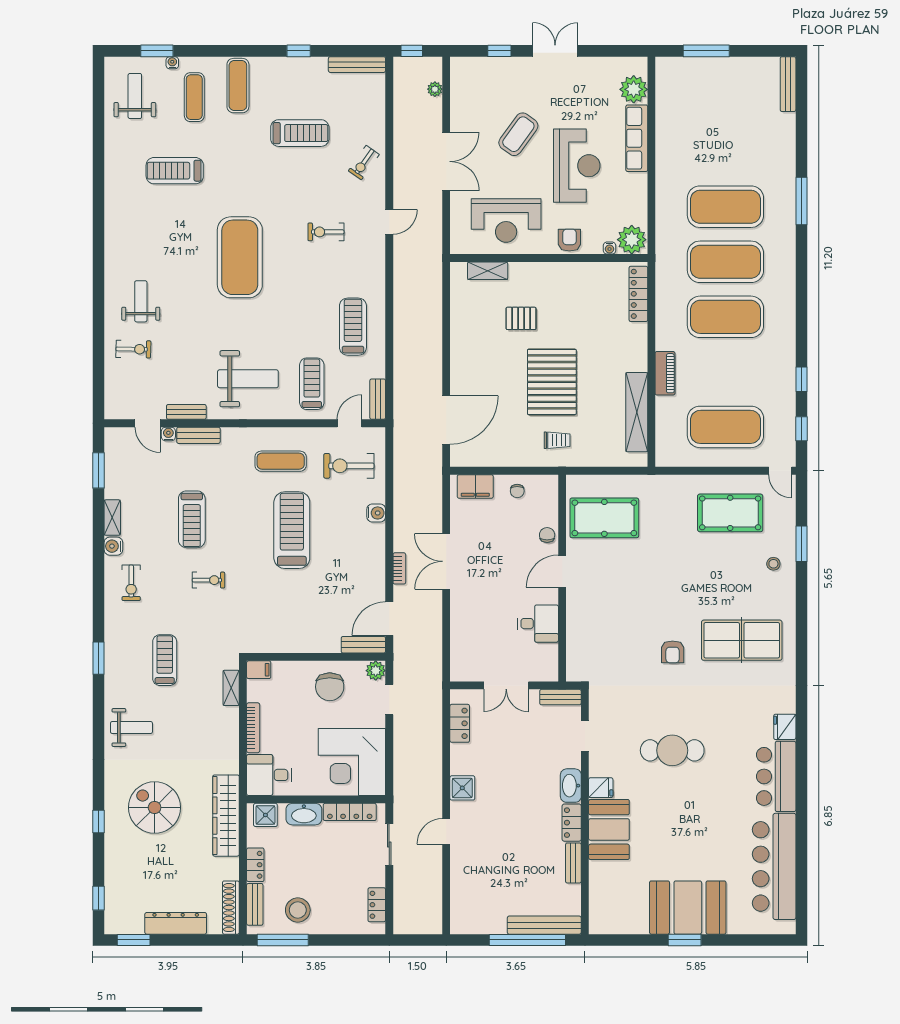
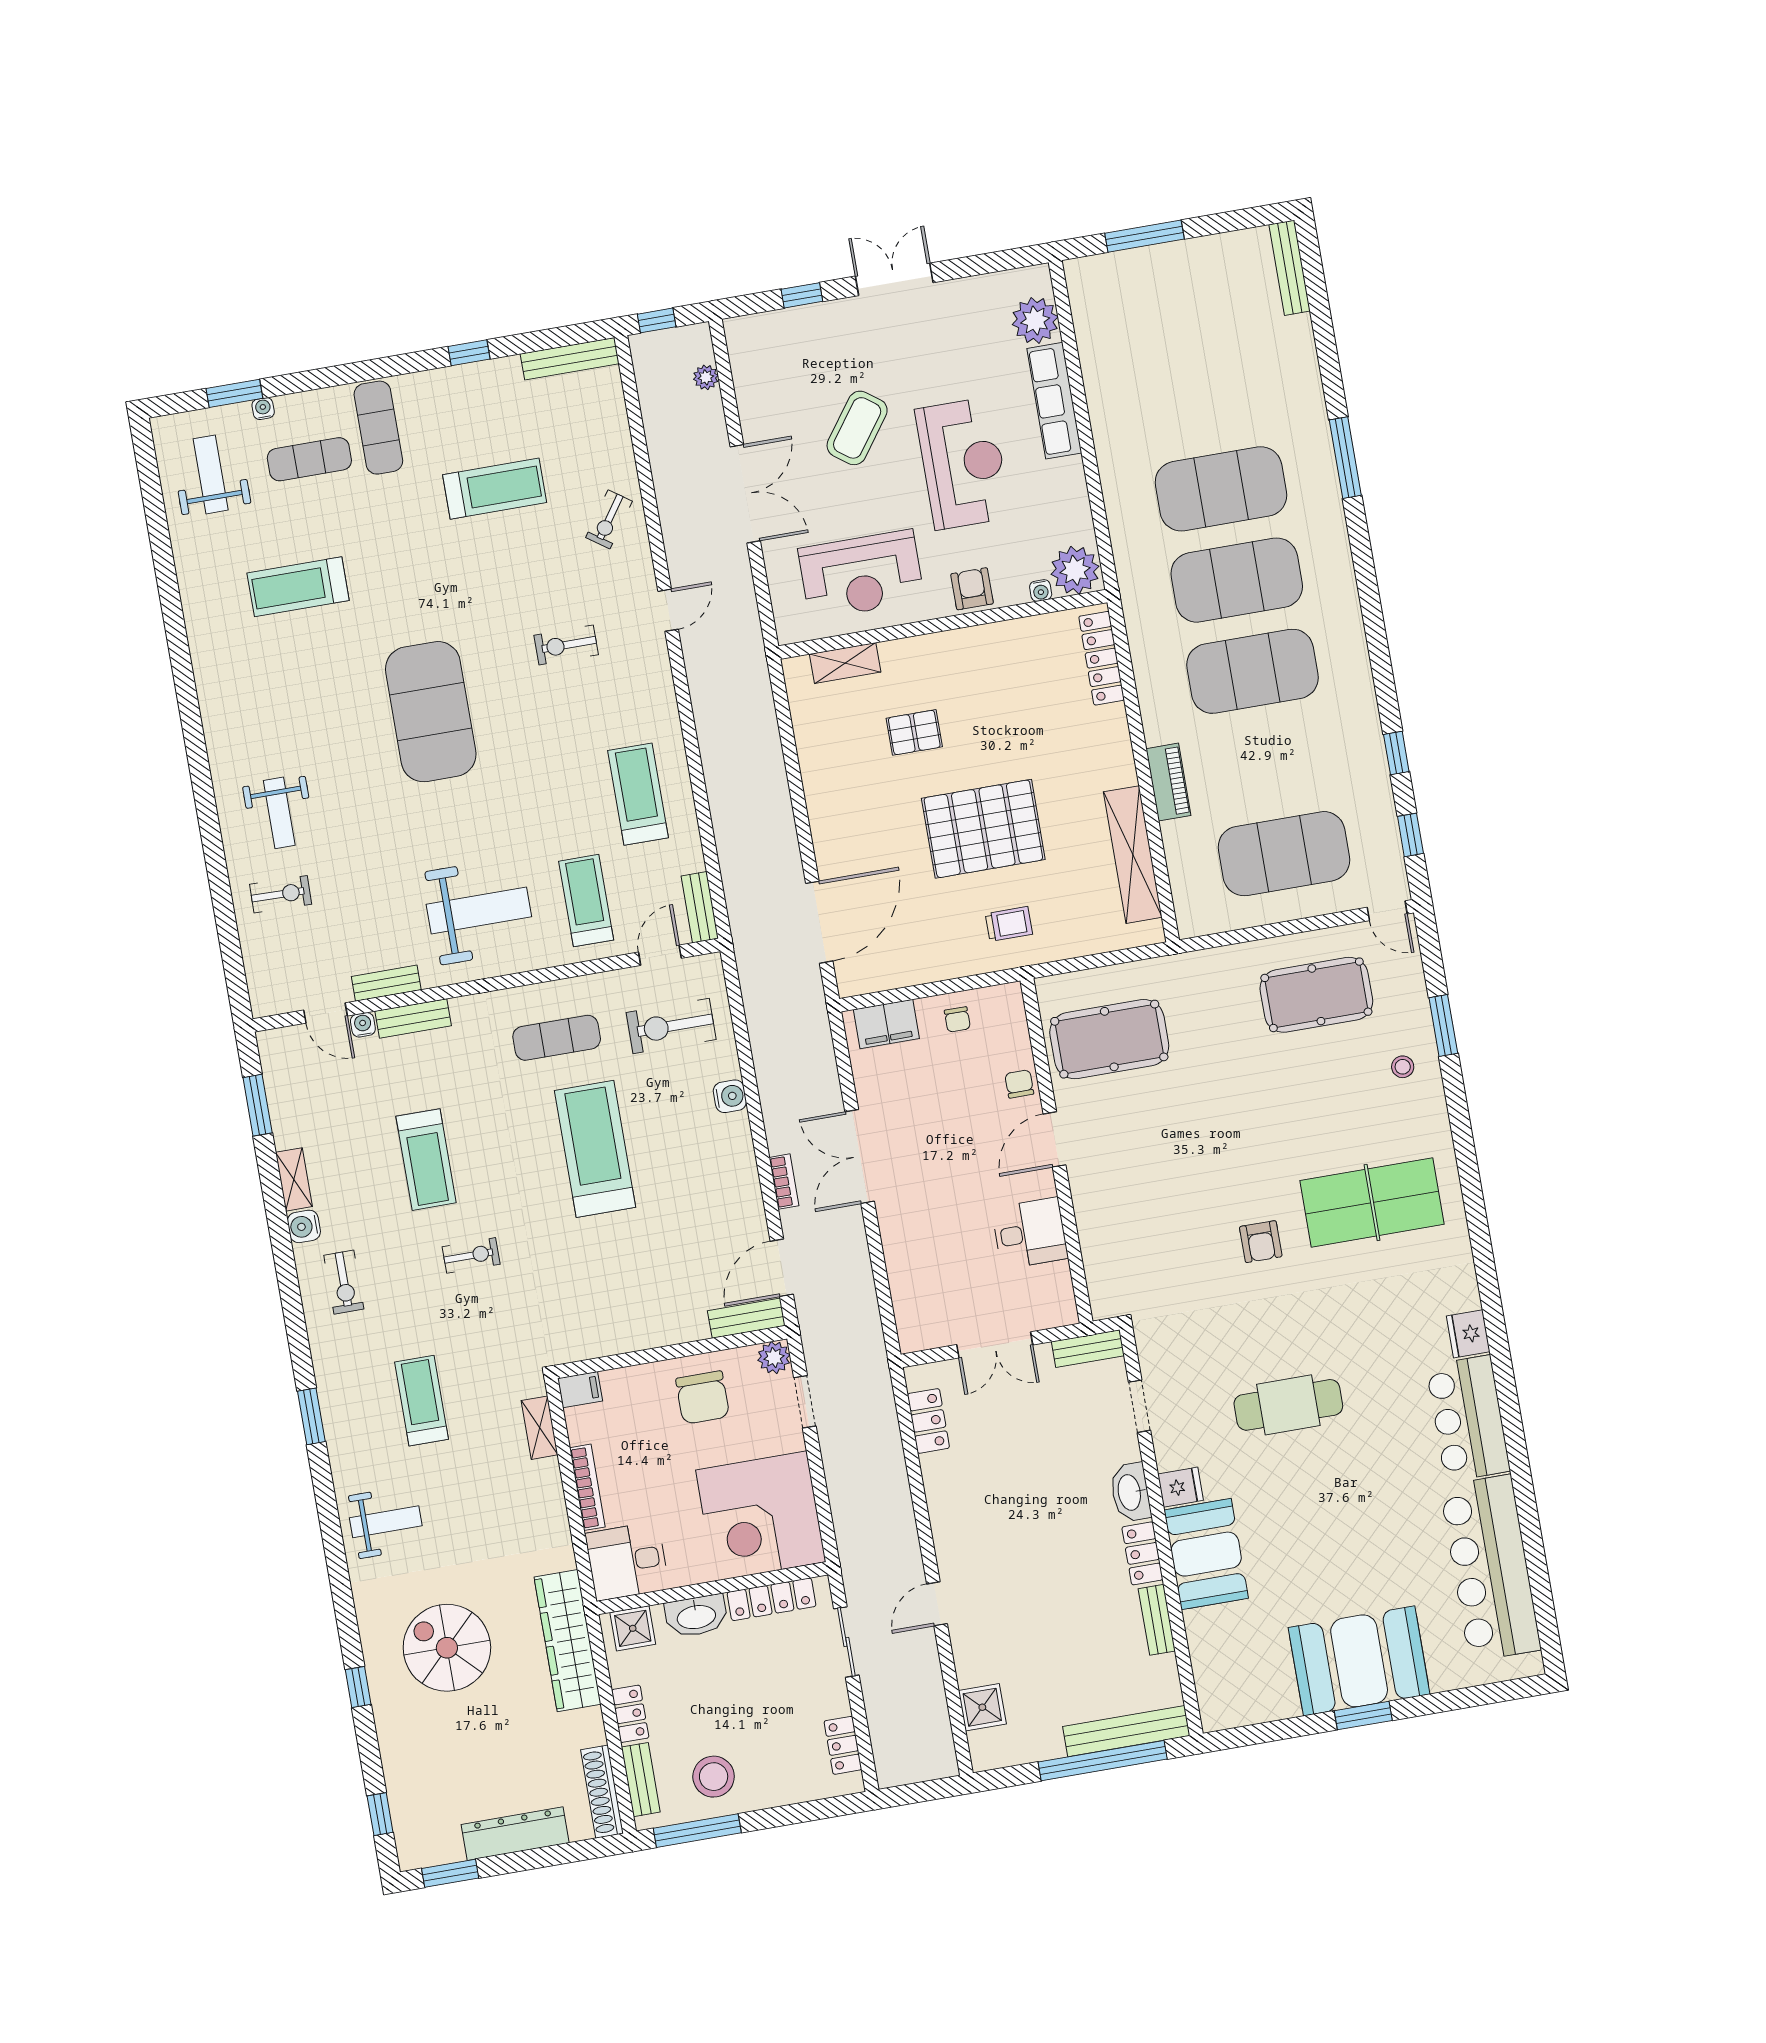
exercise mat: (194, 97) -> (309, 459), turned 90
weight bench: (141, 301) -> (279, 813), turned 180
pallet: (552, 382) -> (983, 829), turned 90
shower: (462, 788) -> (982, 1707), moved

